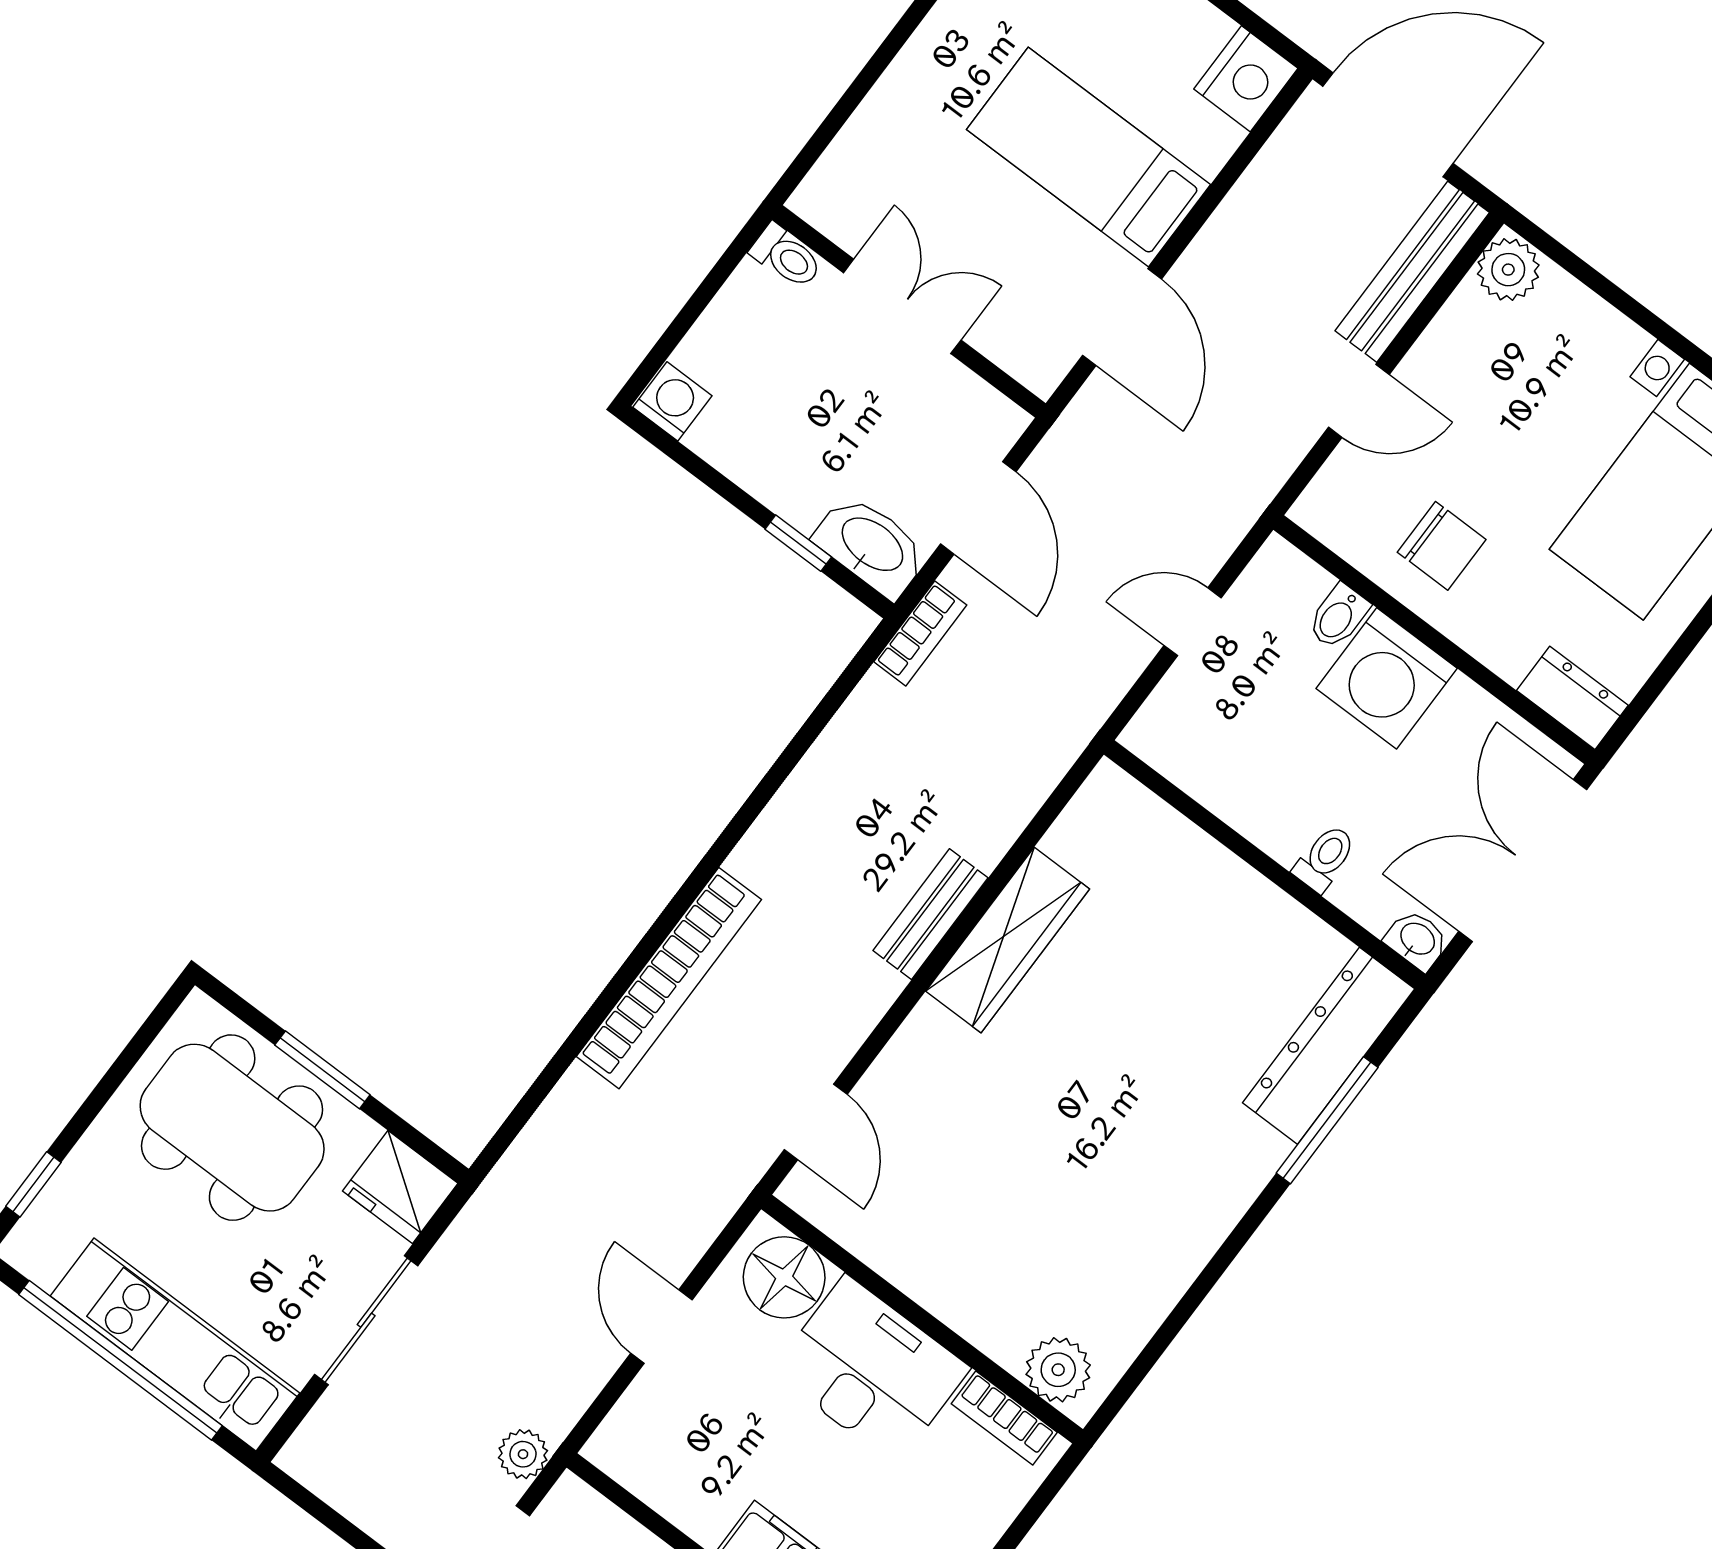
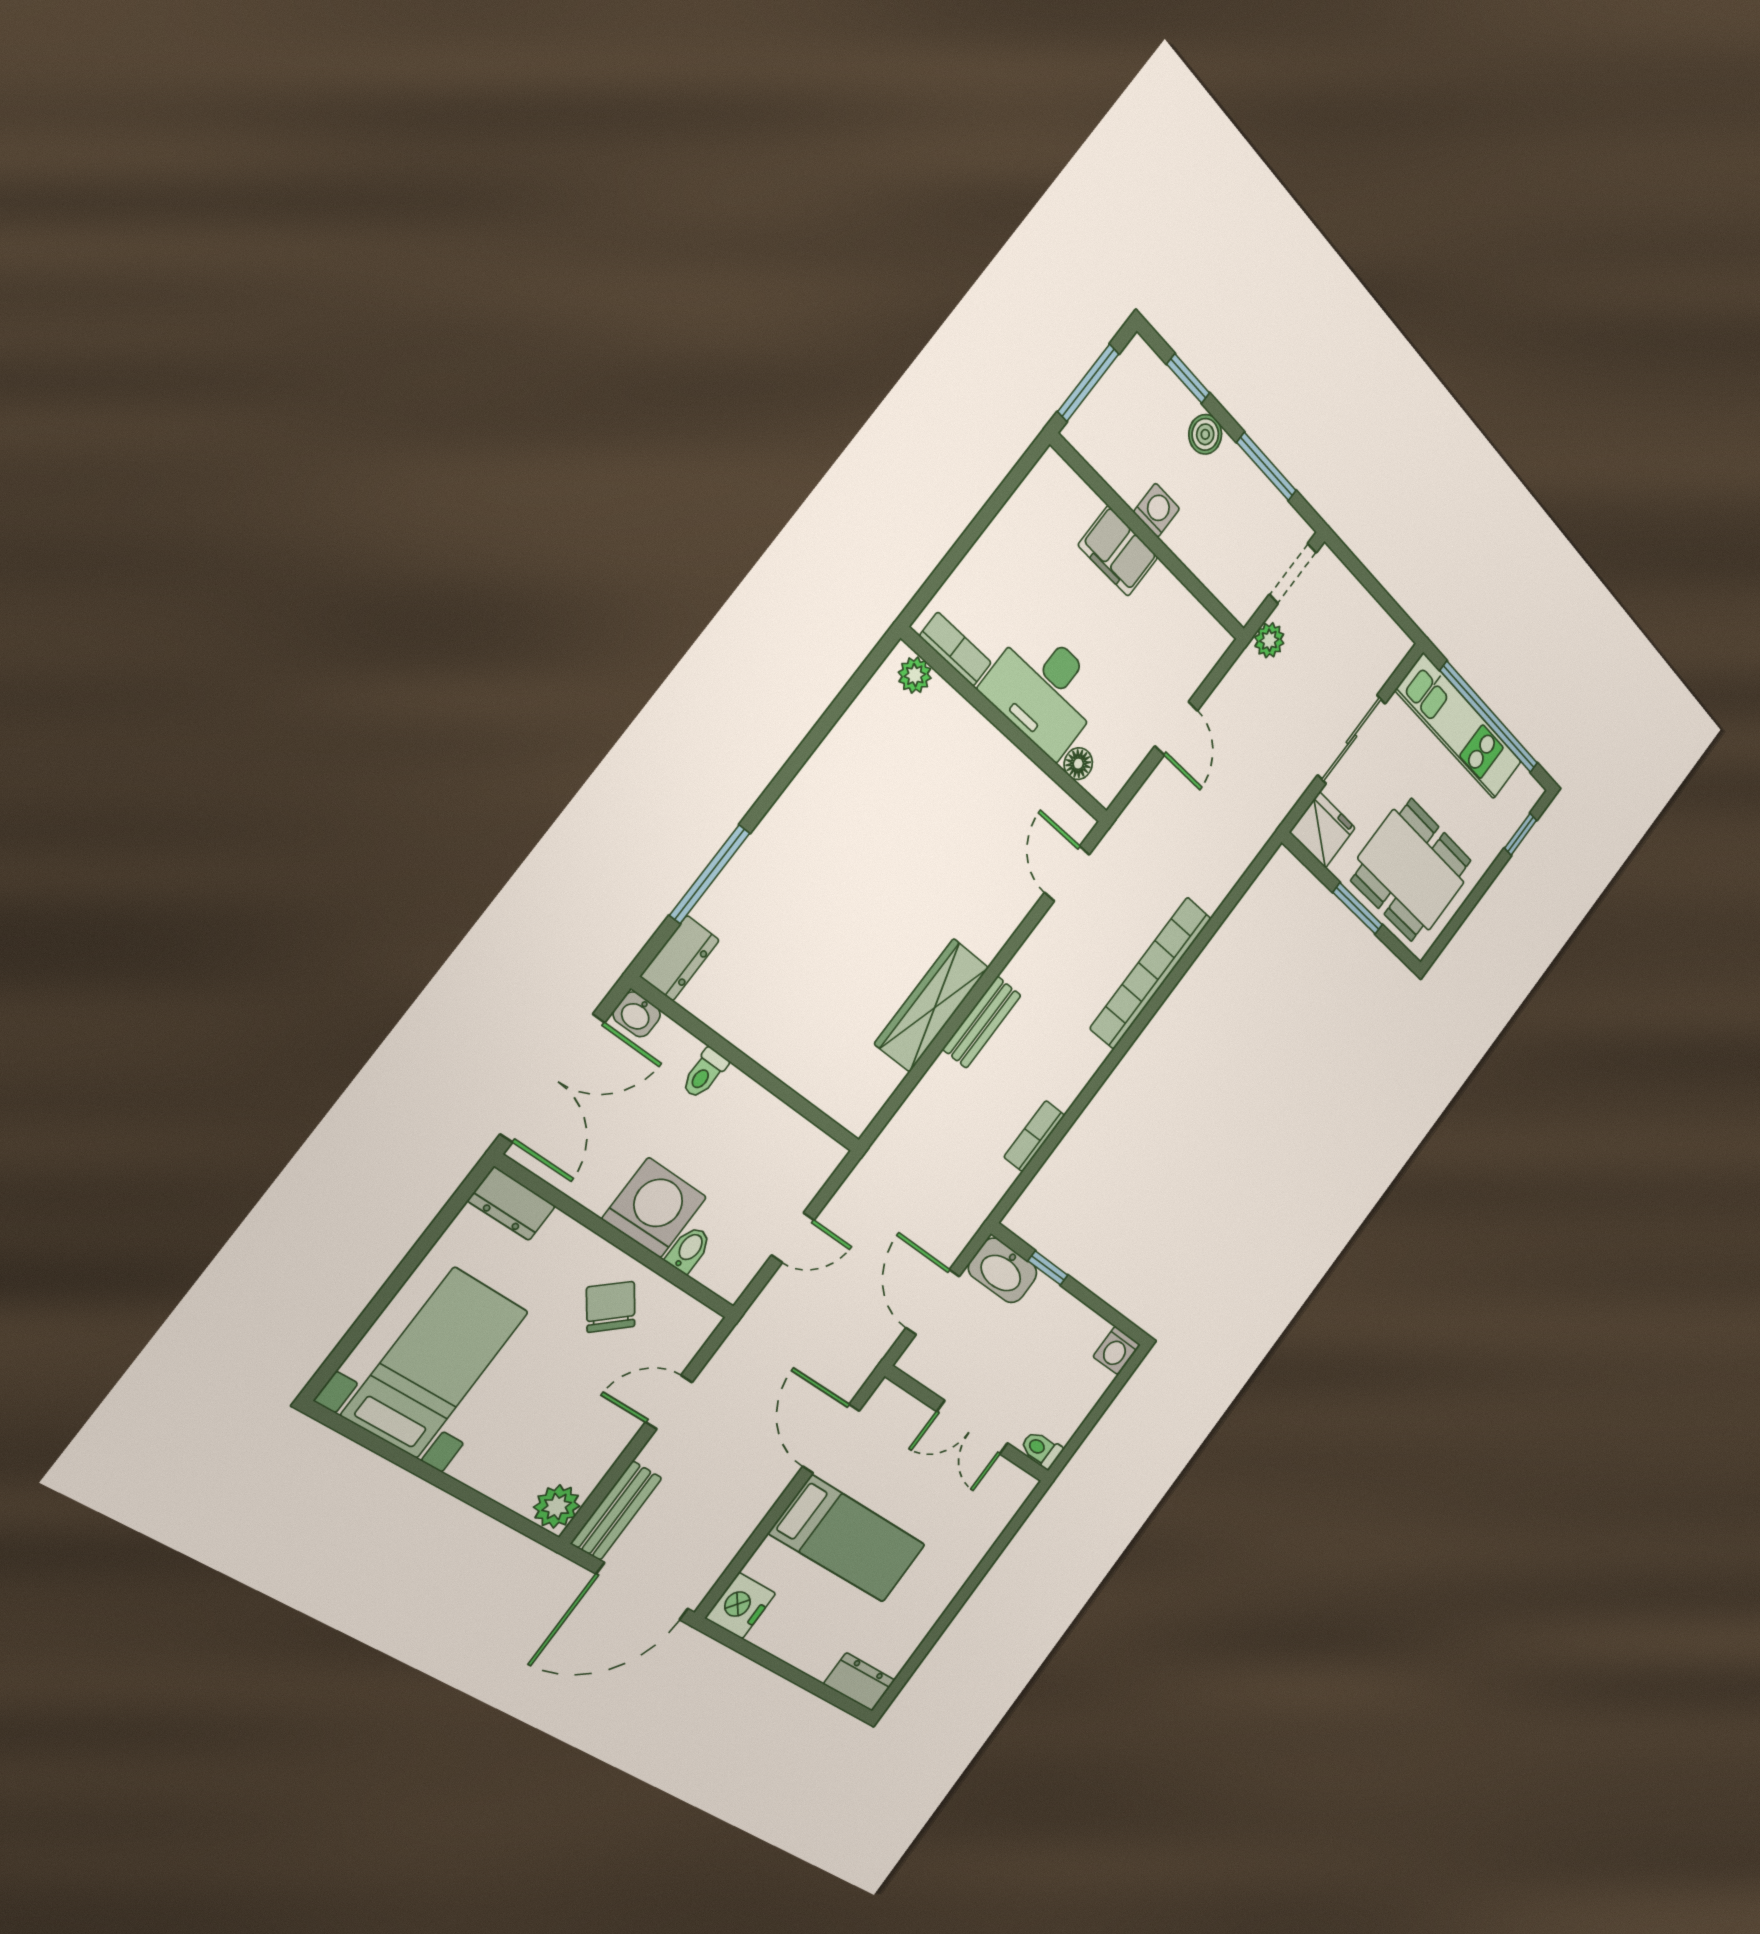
bench: (1412, 272) -> (616, 1511), width x0.73
chair: (1442, 546) -> (611, 1307), turned 51
bookcase: (920, 633) -> (1034, 1136), moved
dresser: (1329, 1046) -> (680, 958), width x0.51, depth x0.80
floor lamp: (784, 1277) -> (1078, 764), width x0.53, depth x0.53
plant: (1058, 1370) -> (915, 675), width x0.73, depth x0.73

